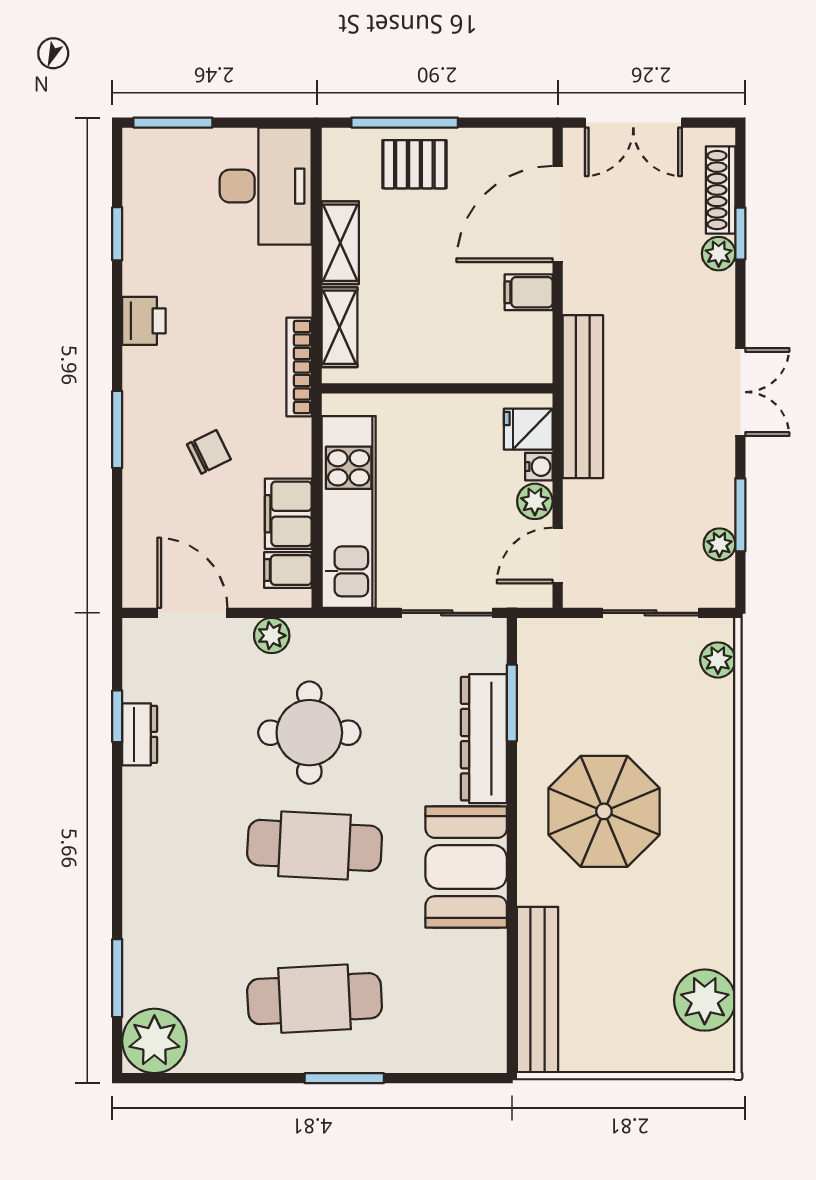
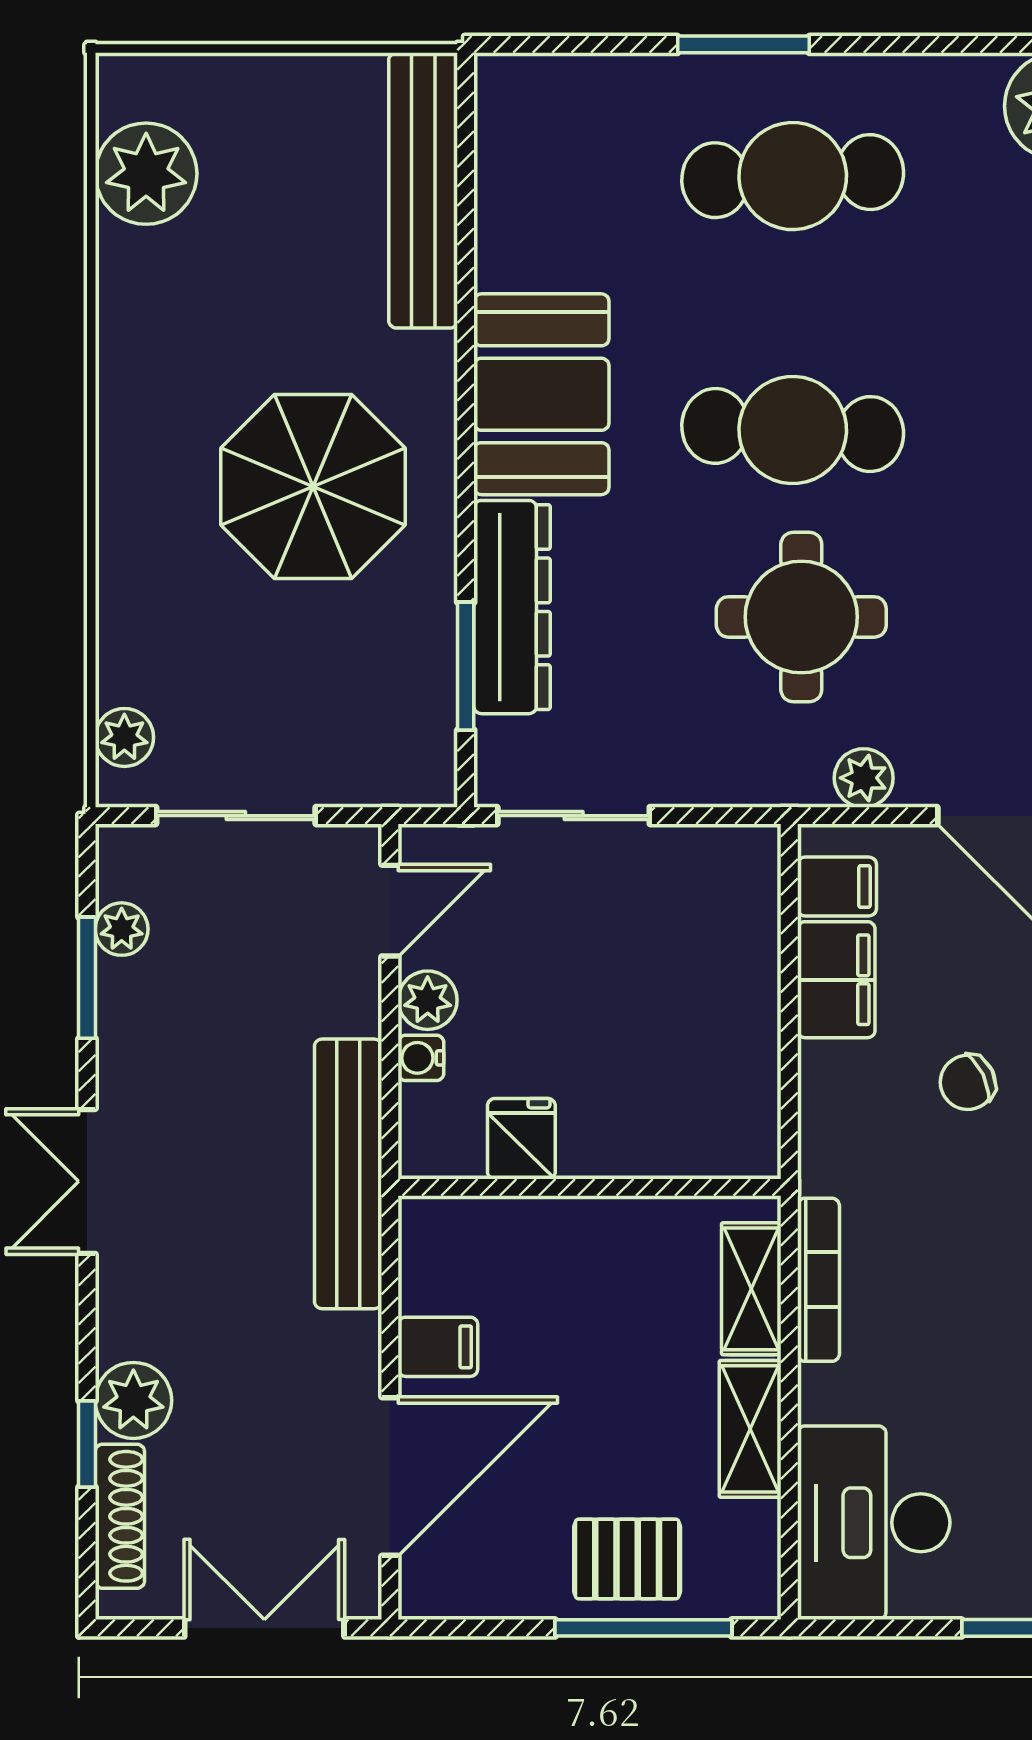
plant: (719, 254) -> (133, 1400), width x1.38, depth x1.38
bookcase: (299, 367) -> (818, 1280), moved
fridge: (528, 429) -> (521, 1139), moved, turned -90
kitchen unit: (349, 512) -> (736, 983), removed

